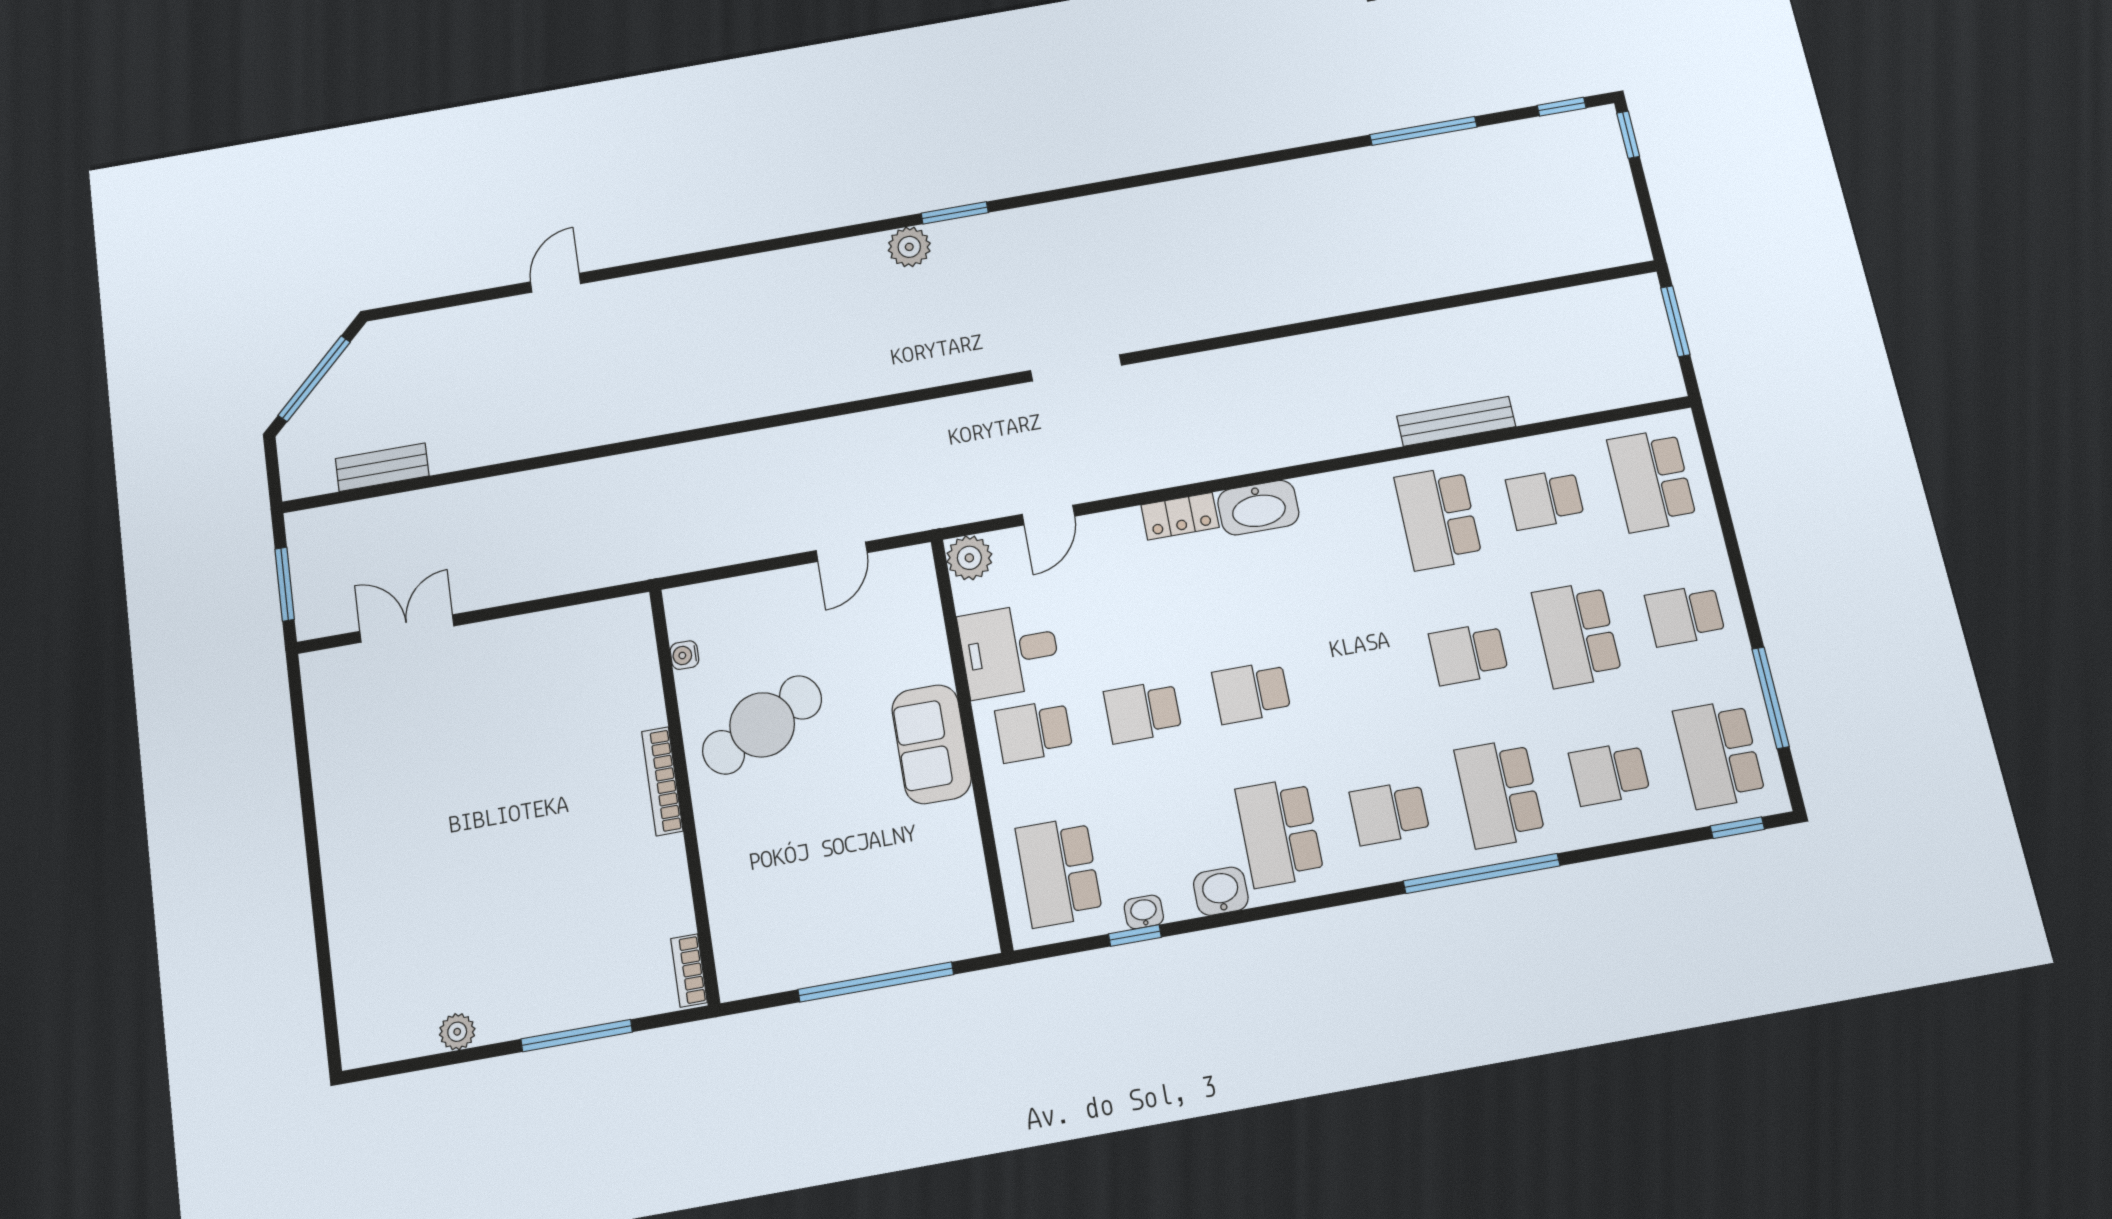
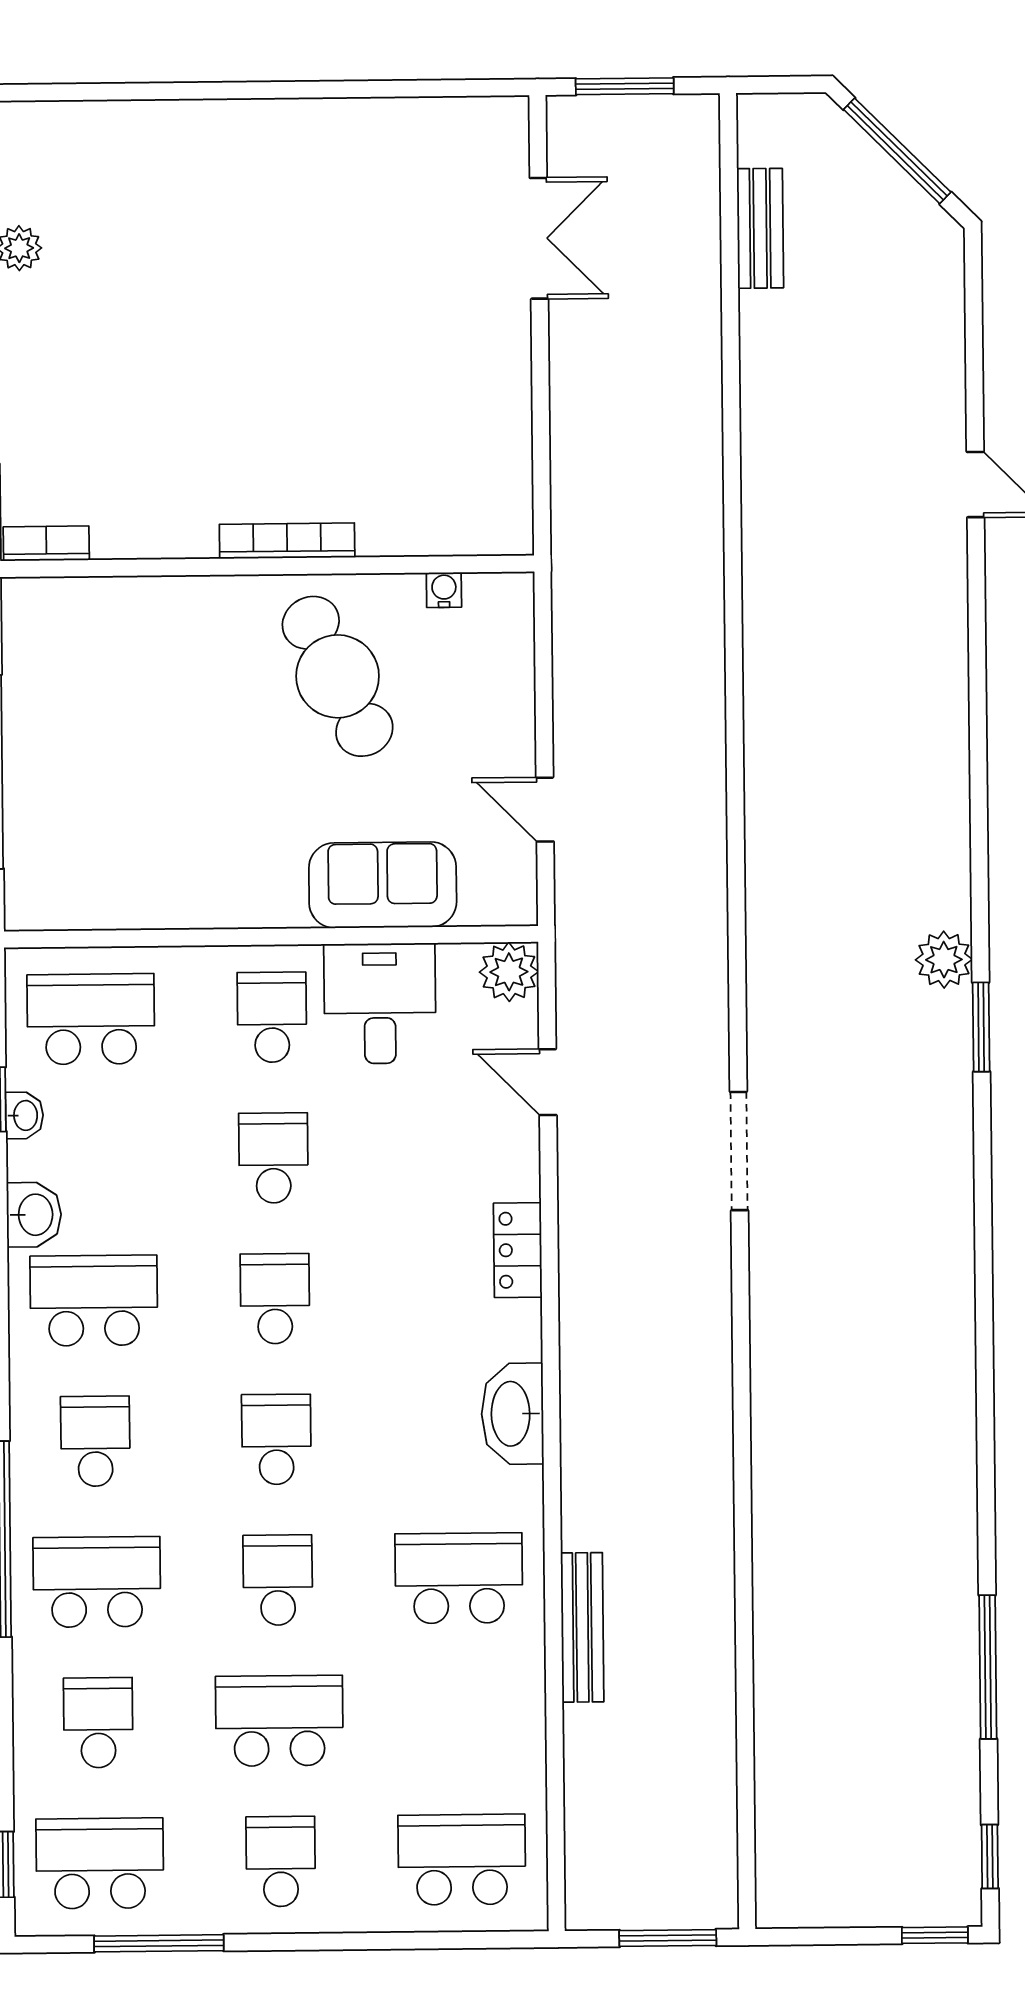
school desk: (1545, 499) -> (276, 1439), moved
washbasin: (1258, 508) -> (512, 1414), moved
sofa: (931, 744) -> (383, 885), moved

